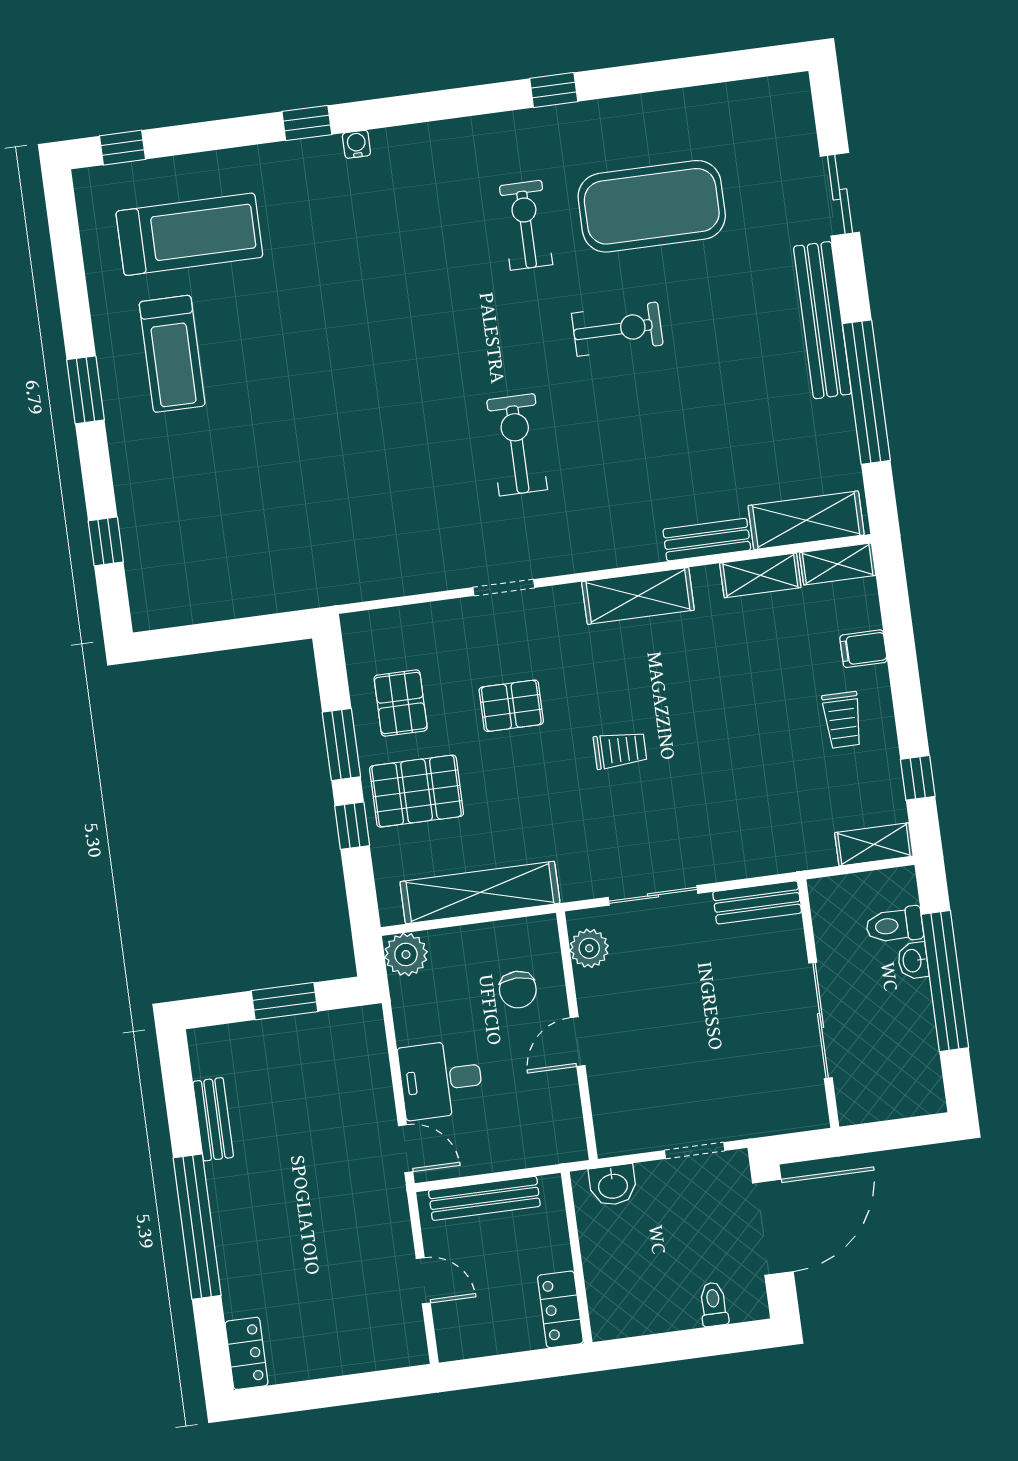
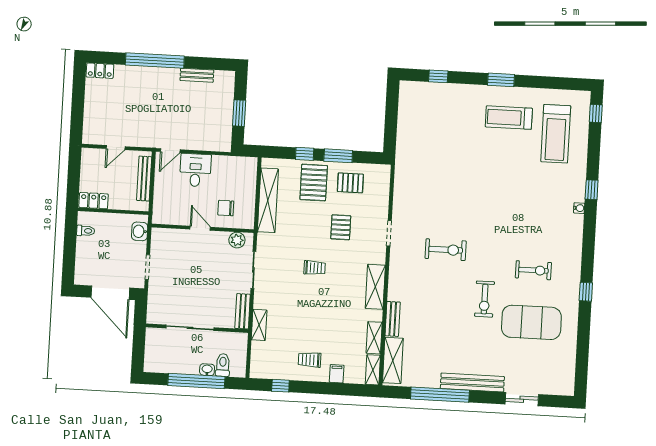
exercise mat: (652, 206) -> (531, 322), turned 90
trolley: (620, 750) -> (315, 268), turned -90
shelving: (874, 844) -> (259, 325), moved
plant: (406, 954) -> (249, 166), removed
toilet: (714, 1304) -> (86, 231), moved

